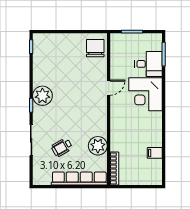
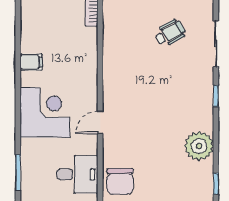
desk: (148, 64) -> (77, 174), moved, turned 180
plant: (42, 96) -> (199, 146), moved
plant: (98, 146) -> (116, 35), removed
filing cabinet: (155, 153) -> (31, 62), moved

